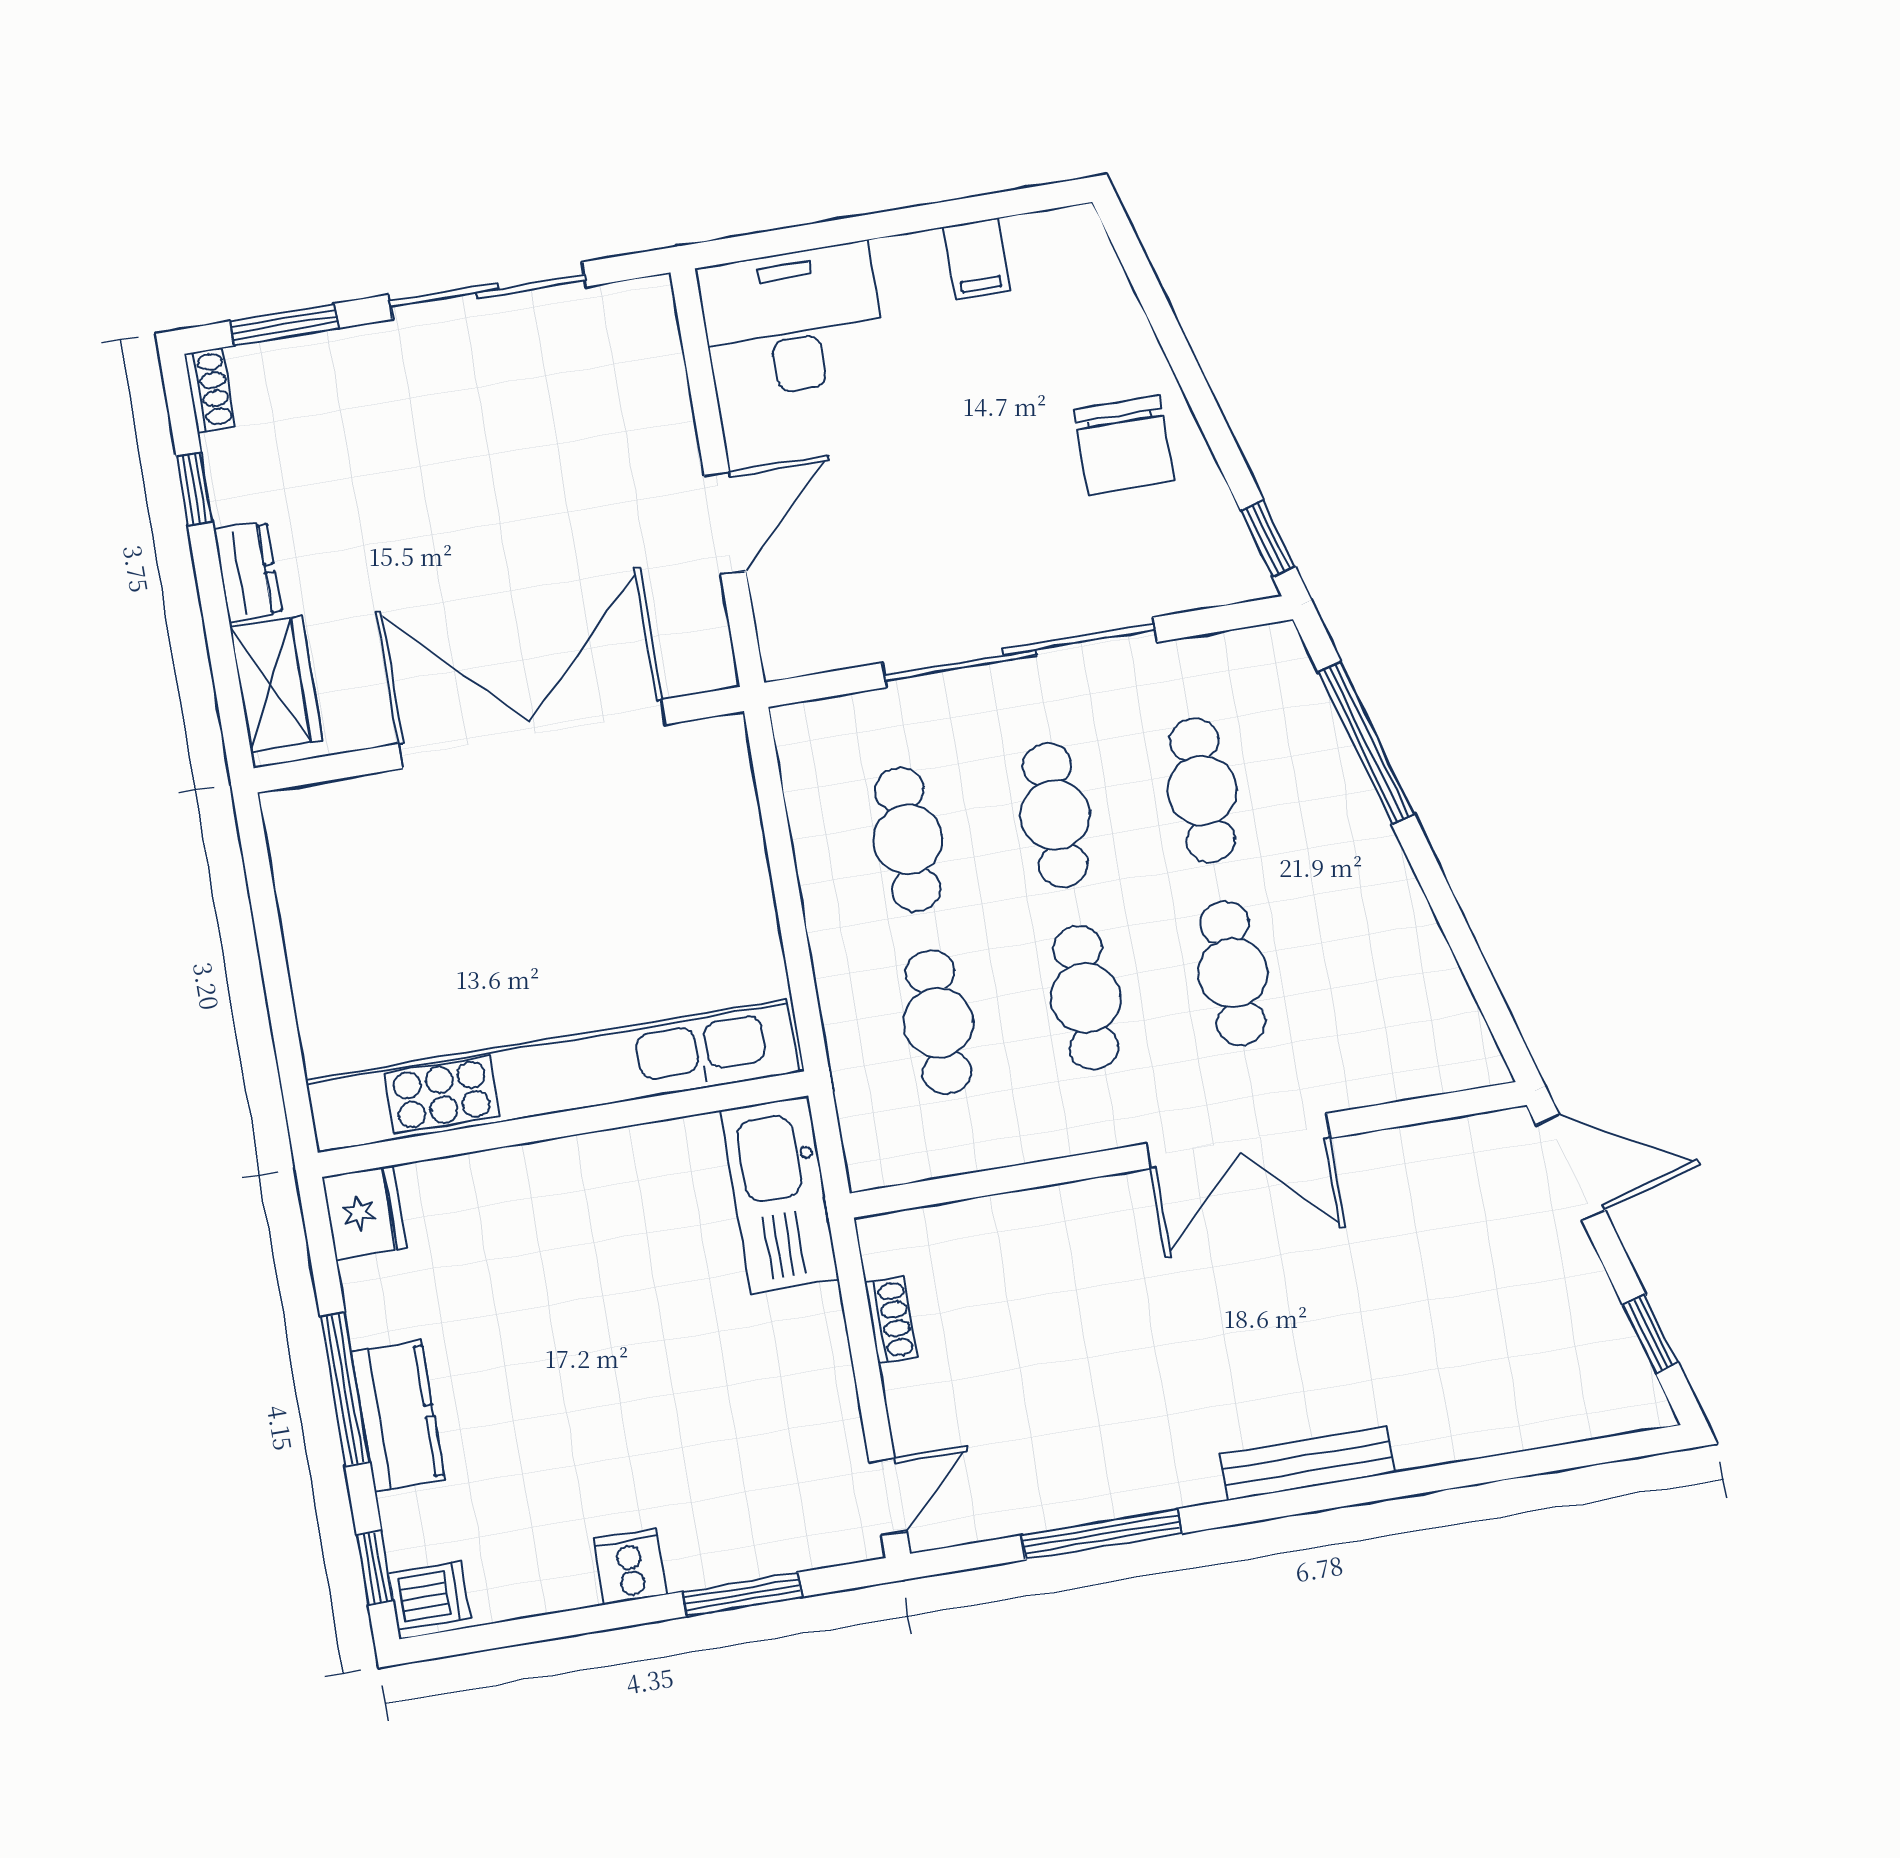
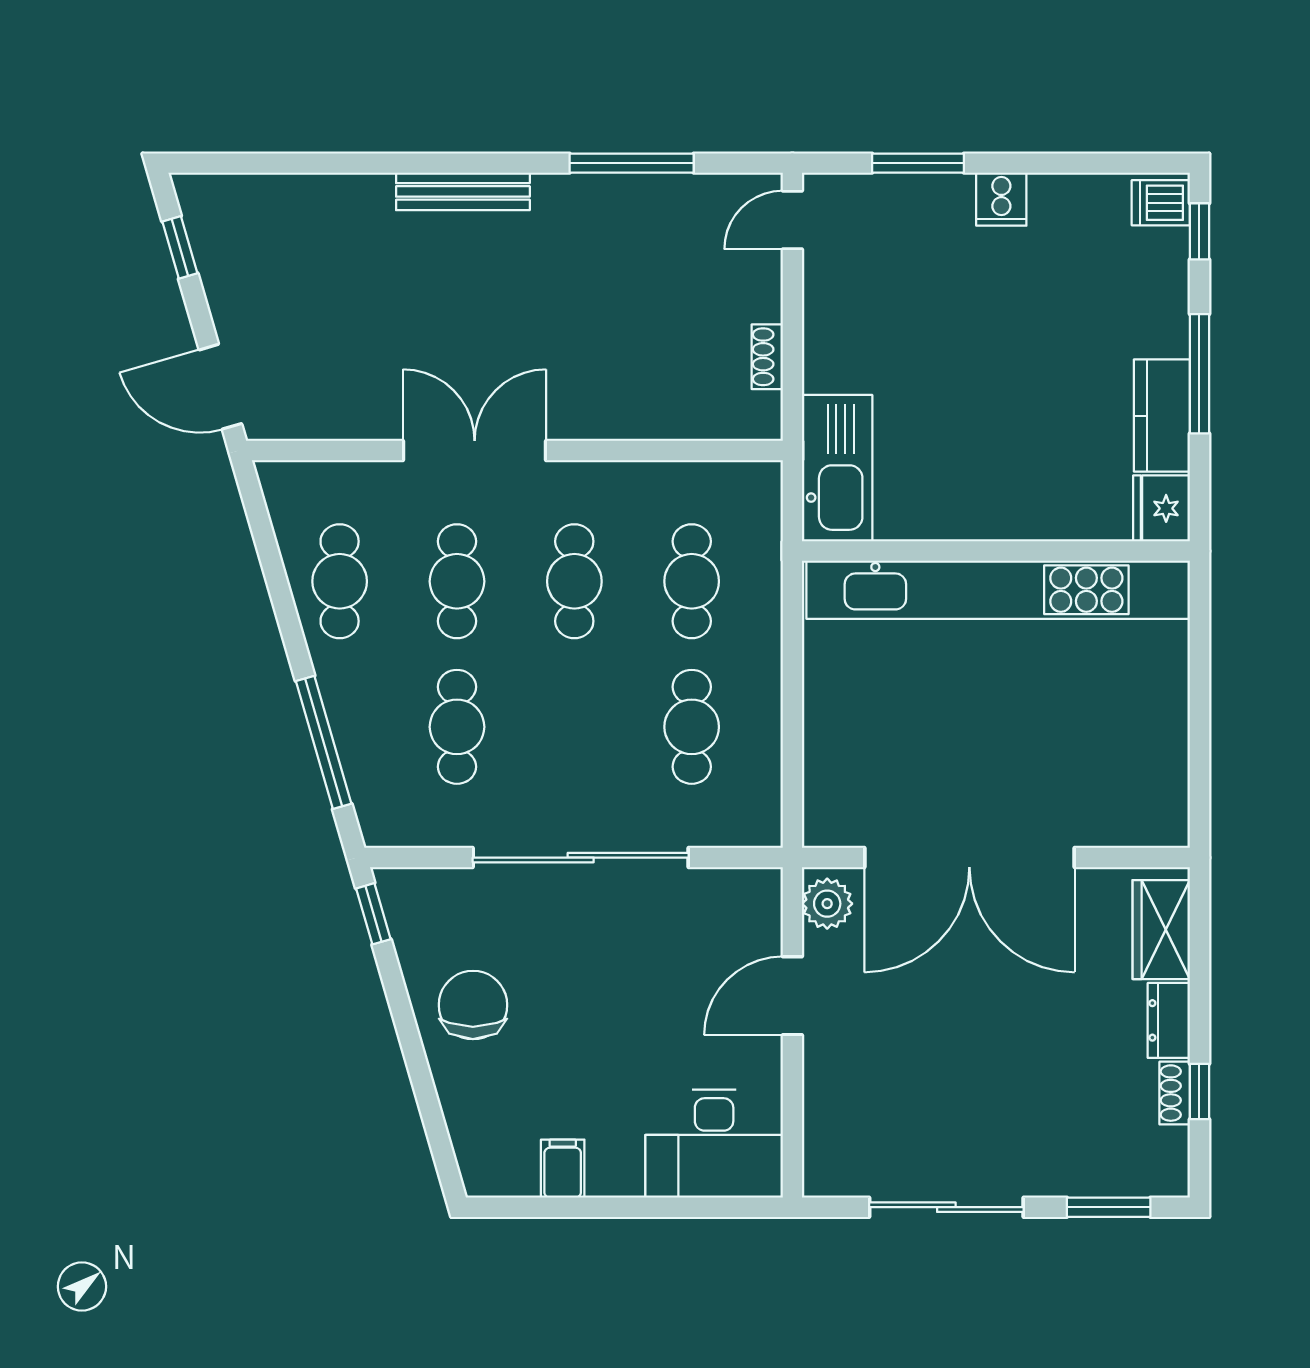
shoe rack: (210, 390) -> (1175, 1093), moved
plant: (701, 646) -> (827, 904), added
cafe table: (1055, 815) -> (340, 581), moved
kitchen counter: (398, 1416) -> (1162, 416), moved

